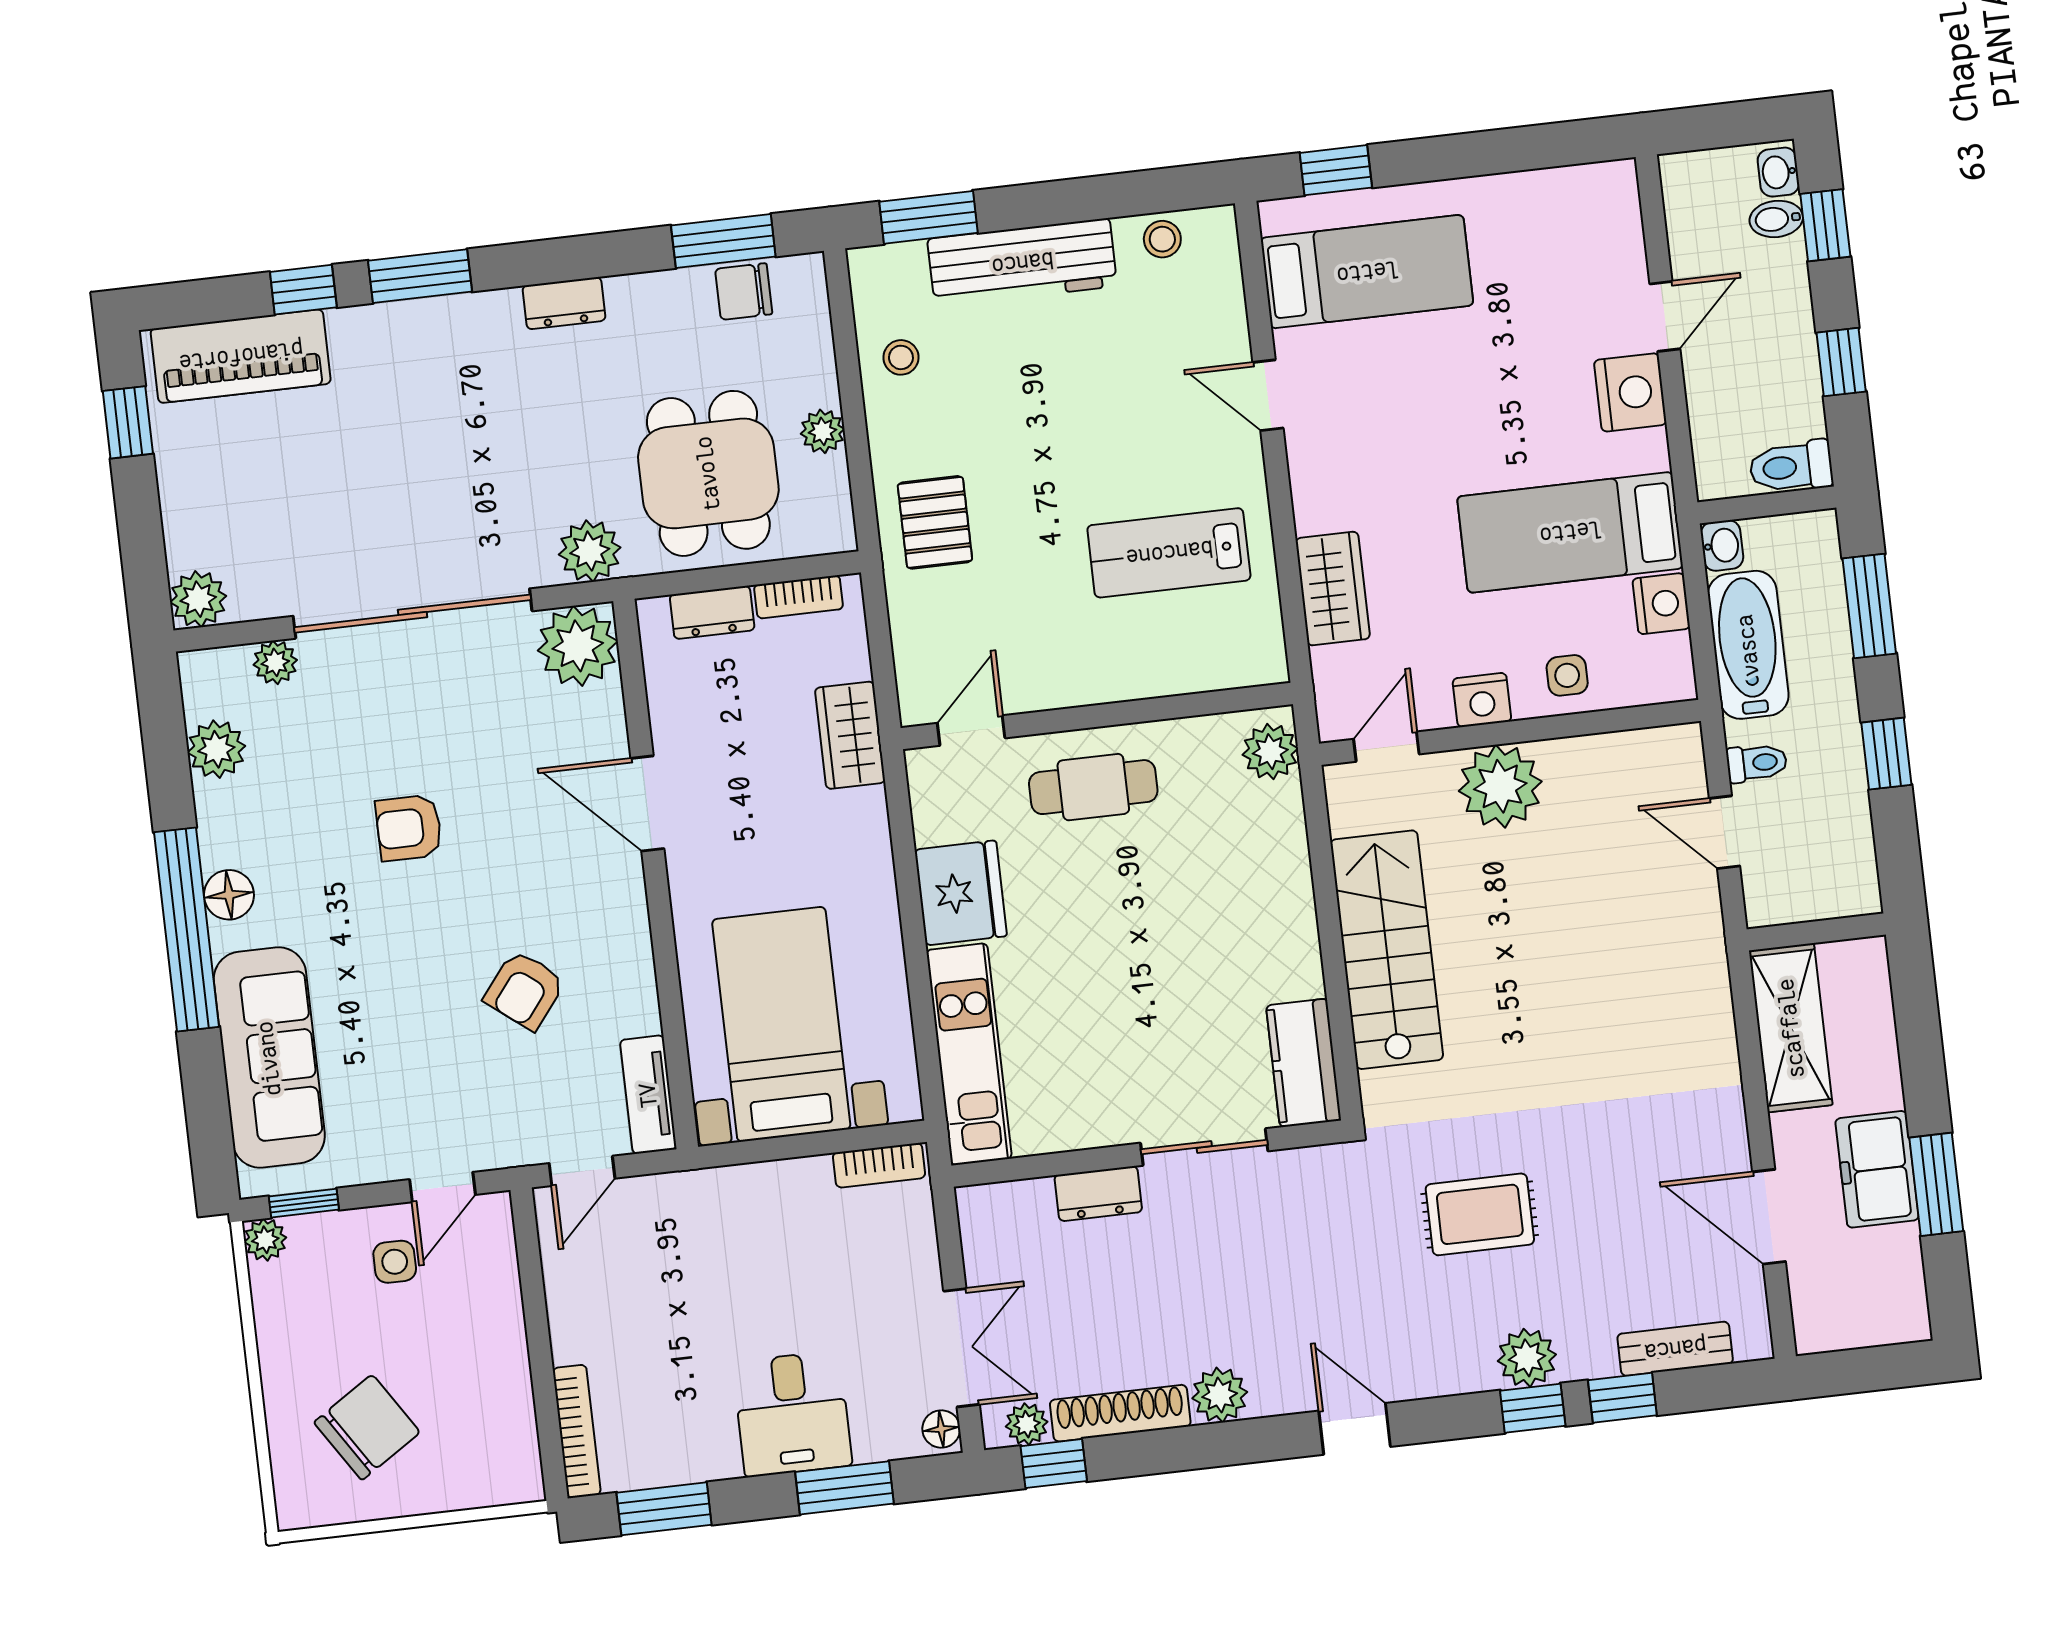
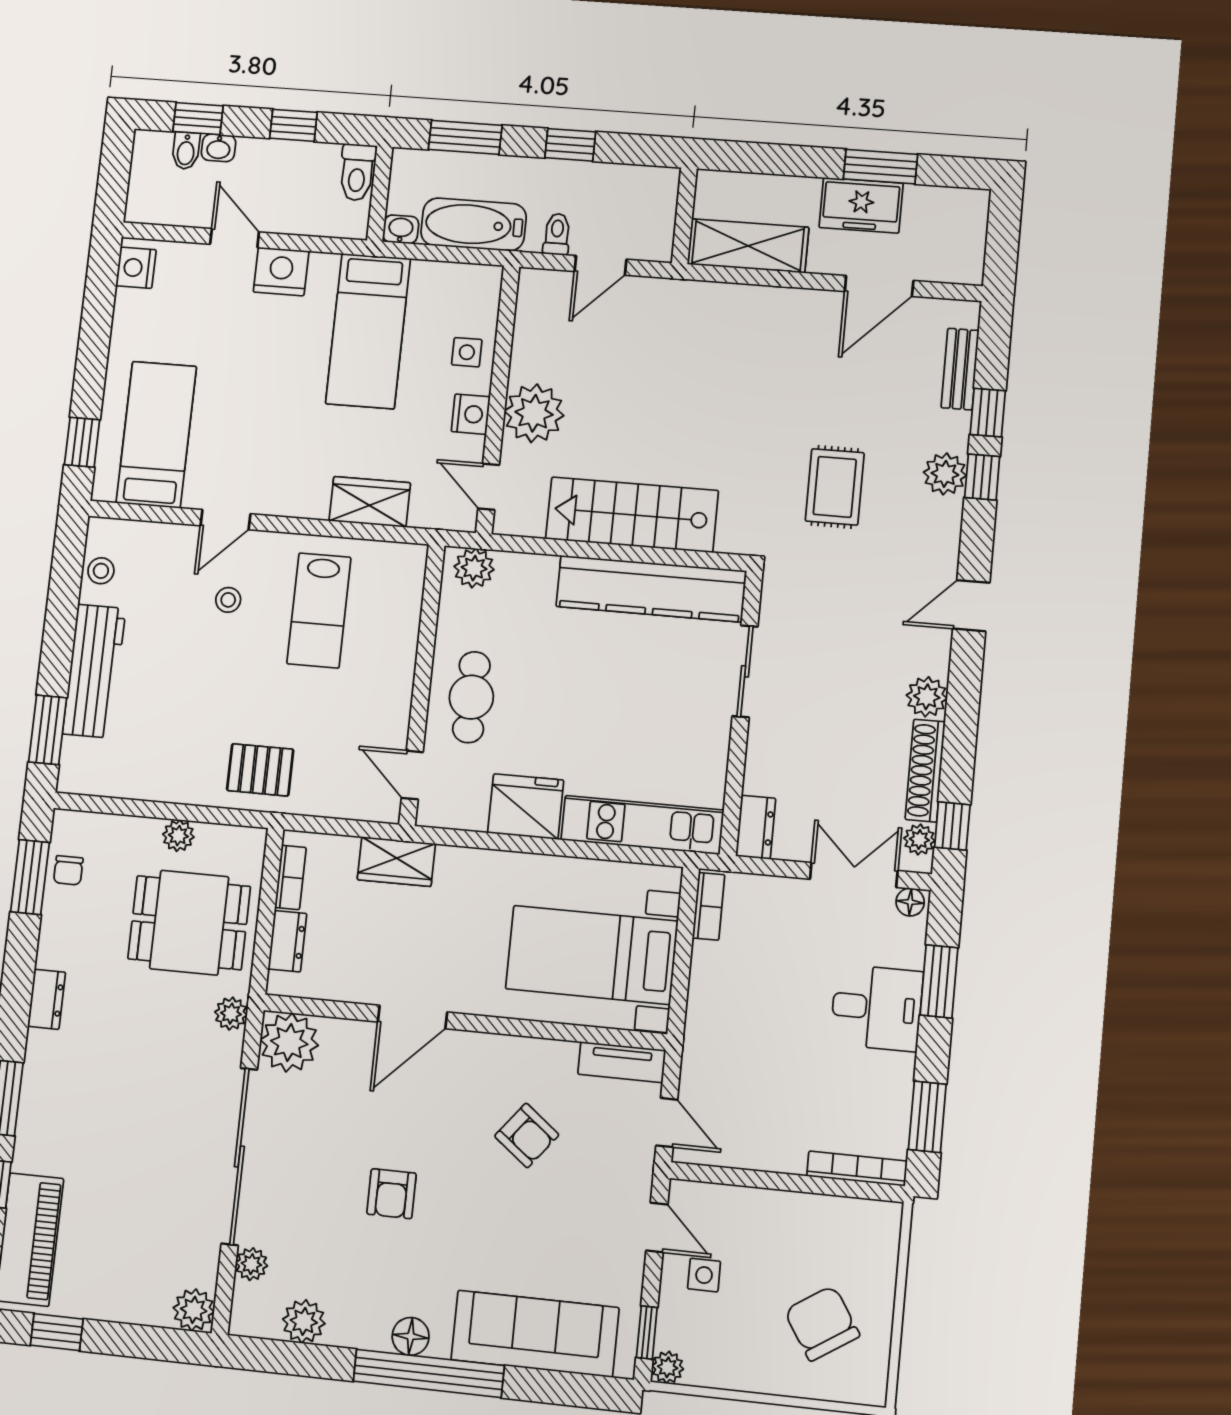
washbasin: (1778, 172) -> (219, 148), moved
chair: (744, 291) -> (68, 870), width x0.73, depth x0.73
stool: (901, 357) -> (228, 600), moved
plant: (590, 551) -> (231, 1014), width x0.73, depth x0.73
nightstand: (1661, 604) -> (136, 268), moved, turned -90
kitchen counter: (1304, 1063) -> (651, 589), width x2.08, depth x1.17
dresser: (1098, 1194) -> (756, 827), moved

